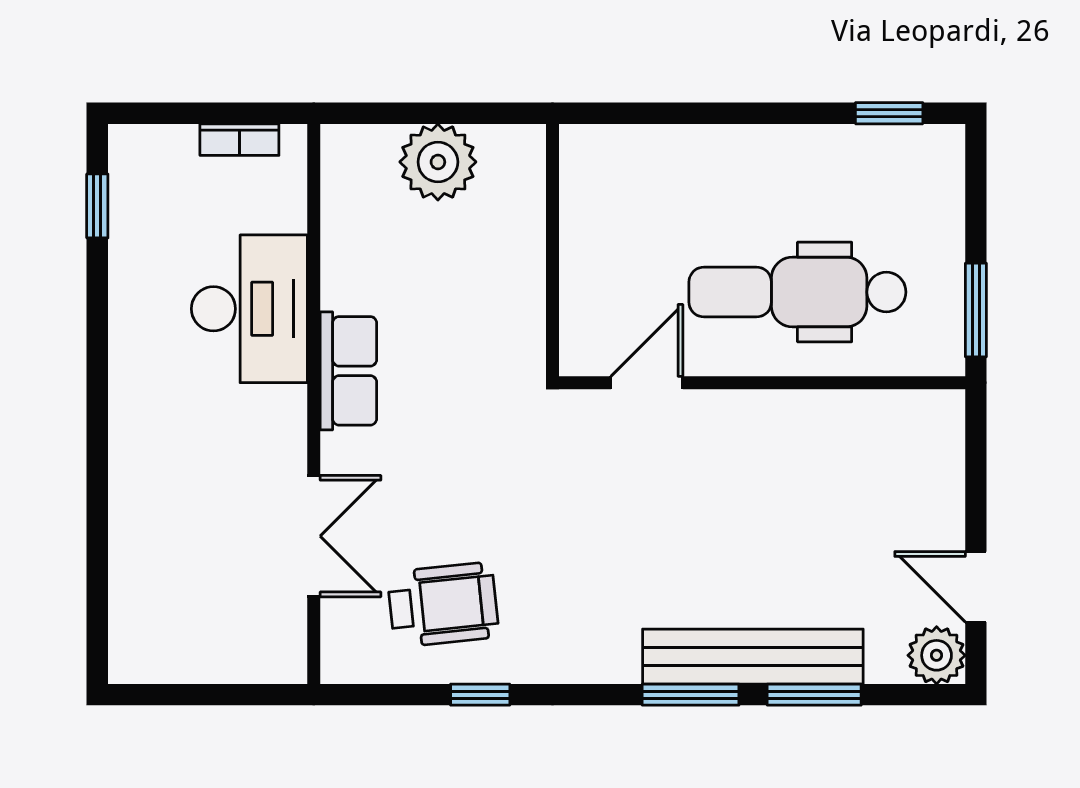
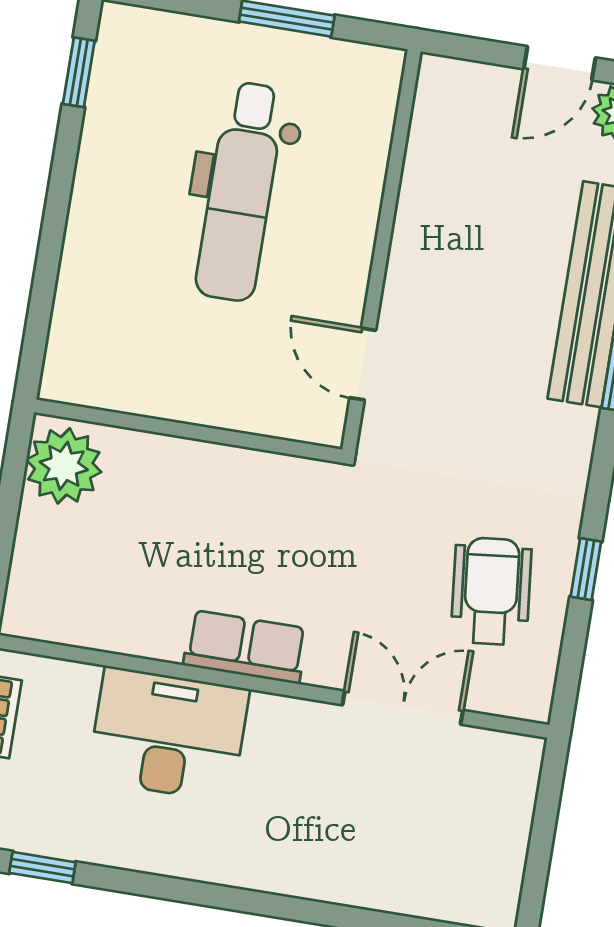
plant: (438, 162) -> (64, 466), moved
door: (647, 383) -> (363, 364), moved
wall: (762, 383) -> (381, 250), moved

